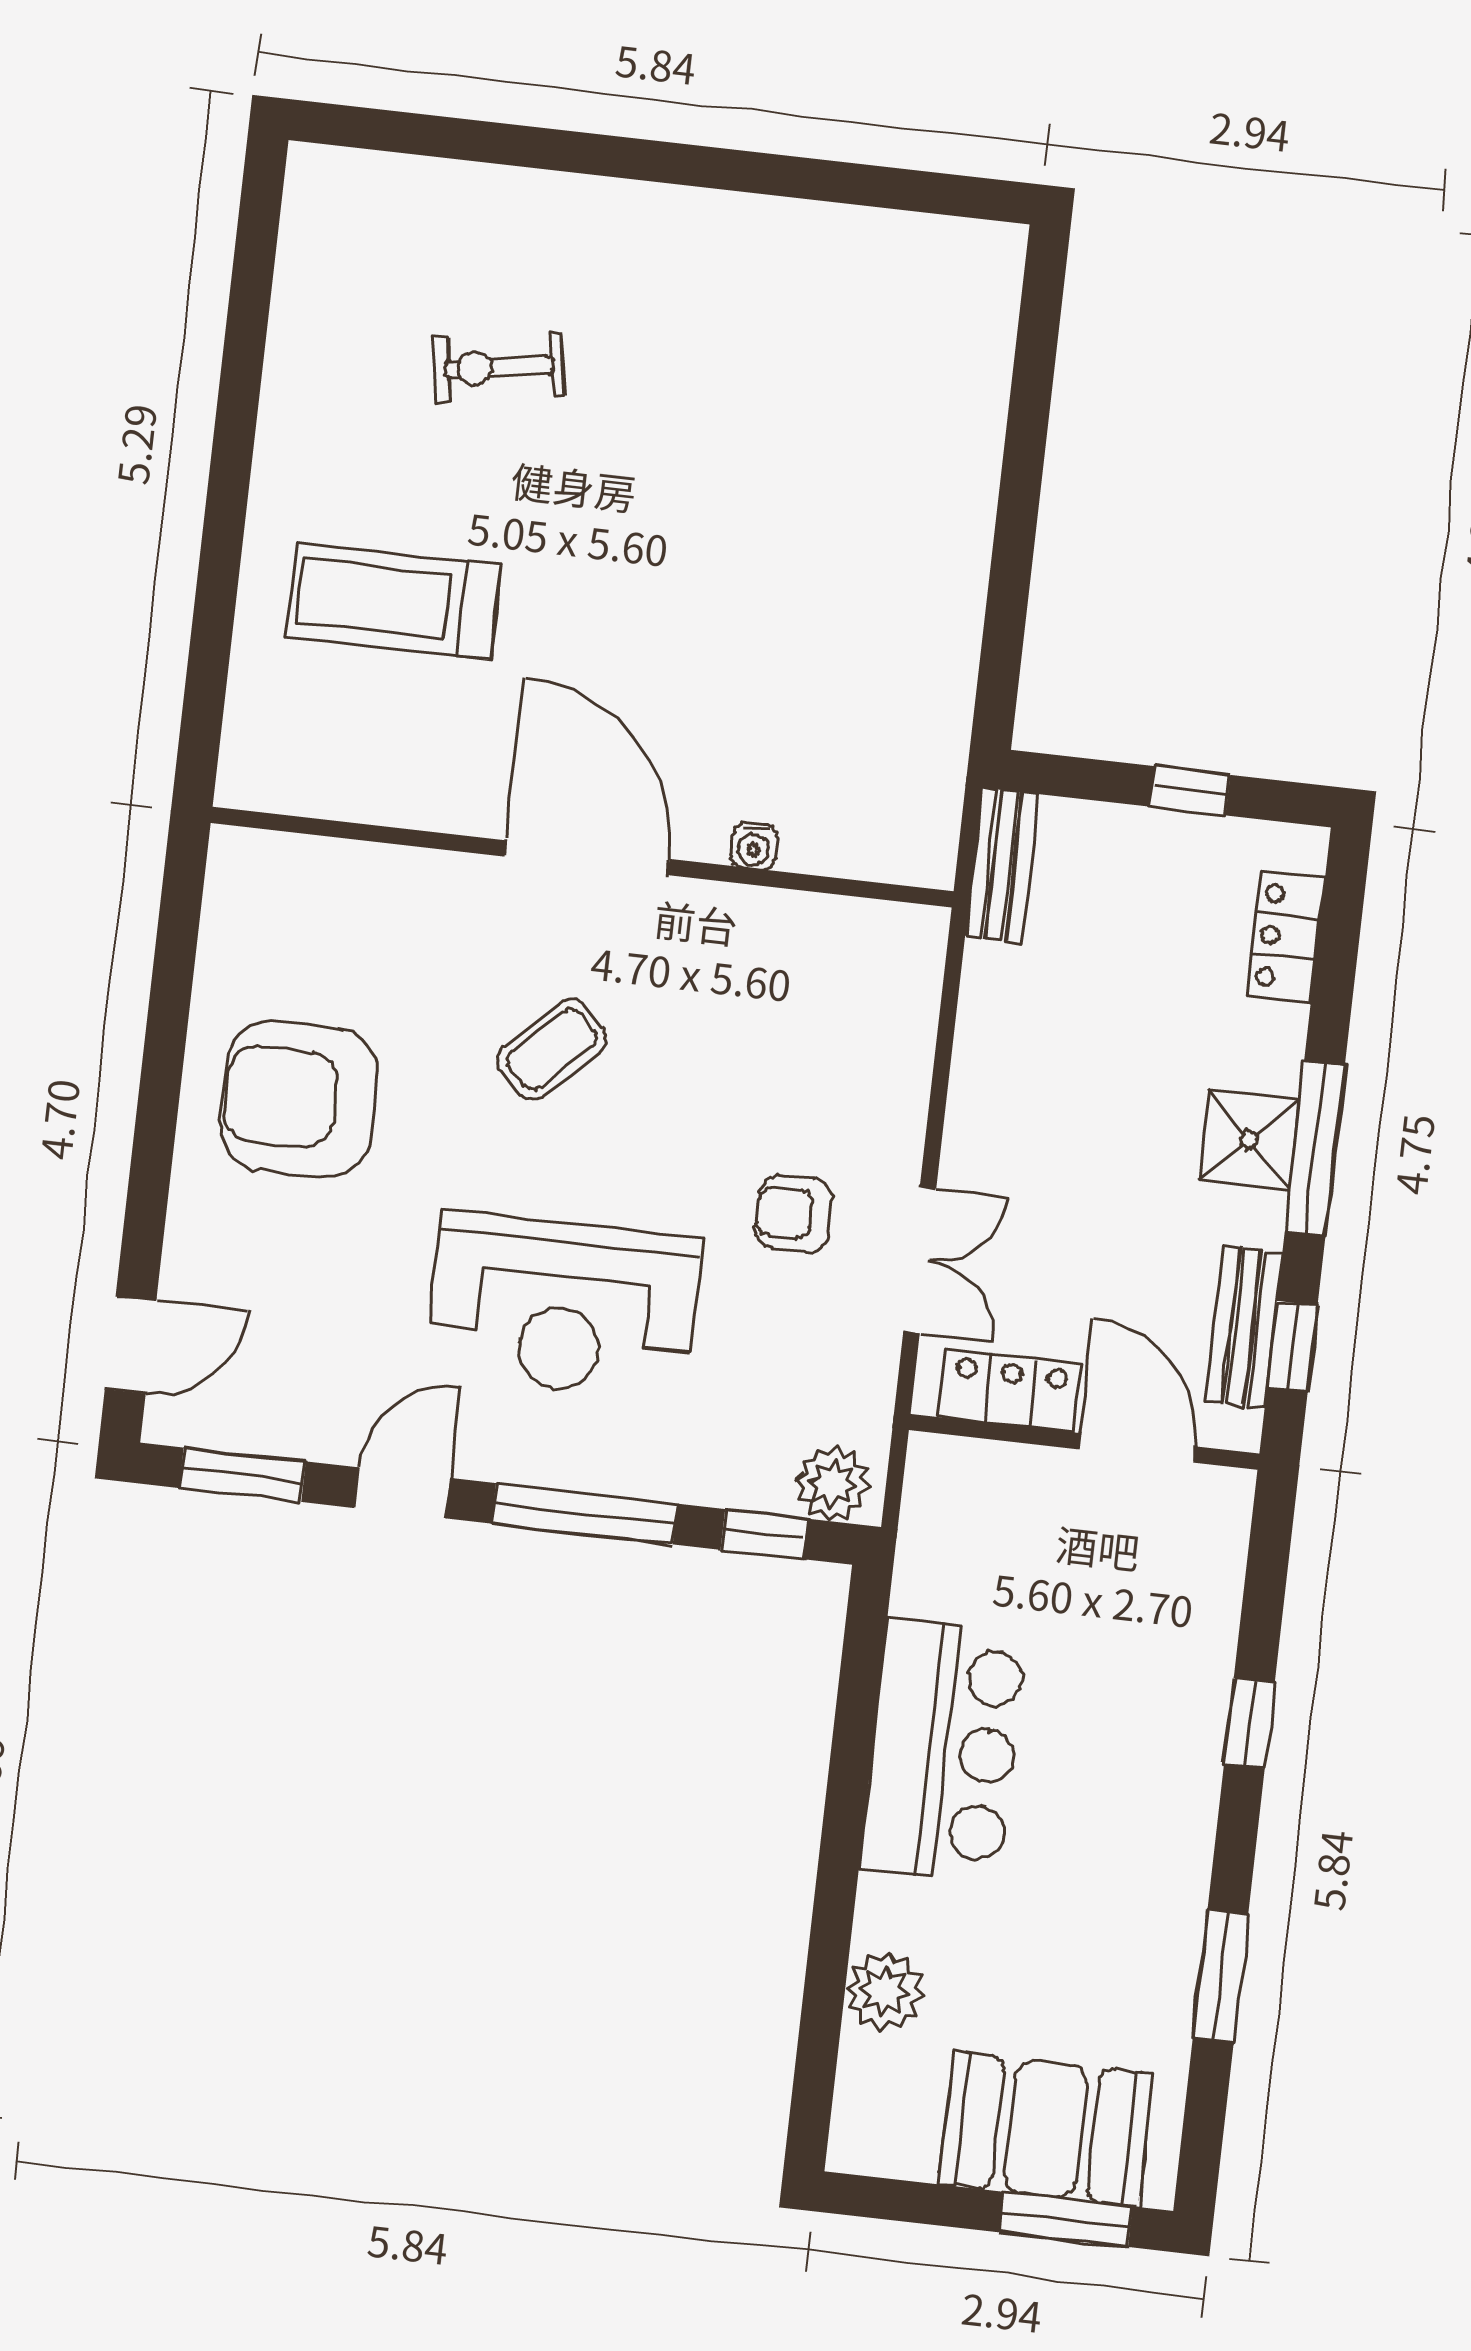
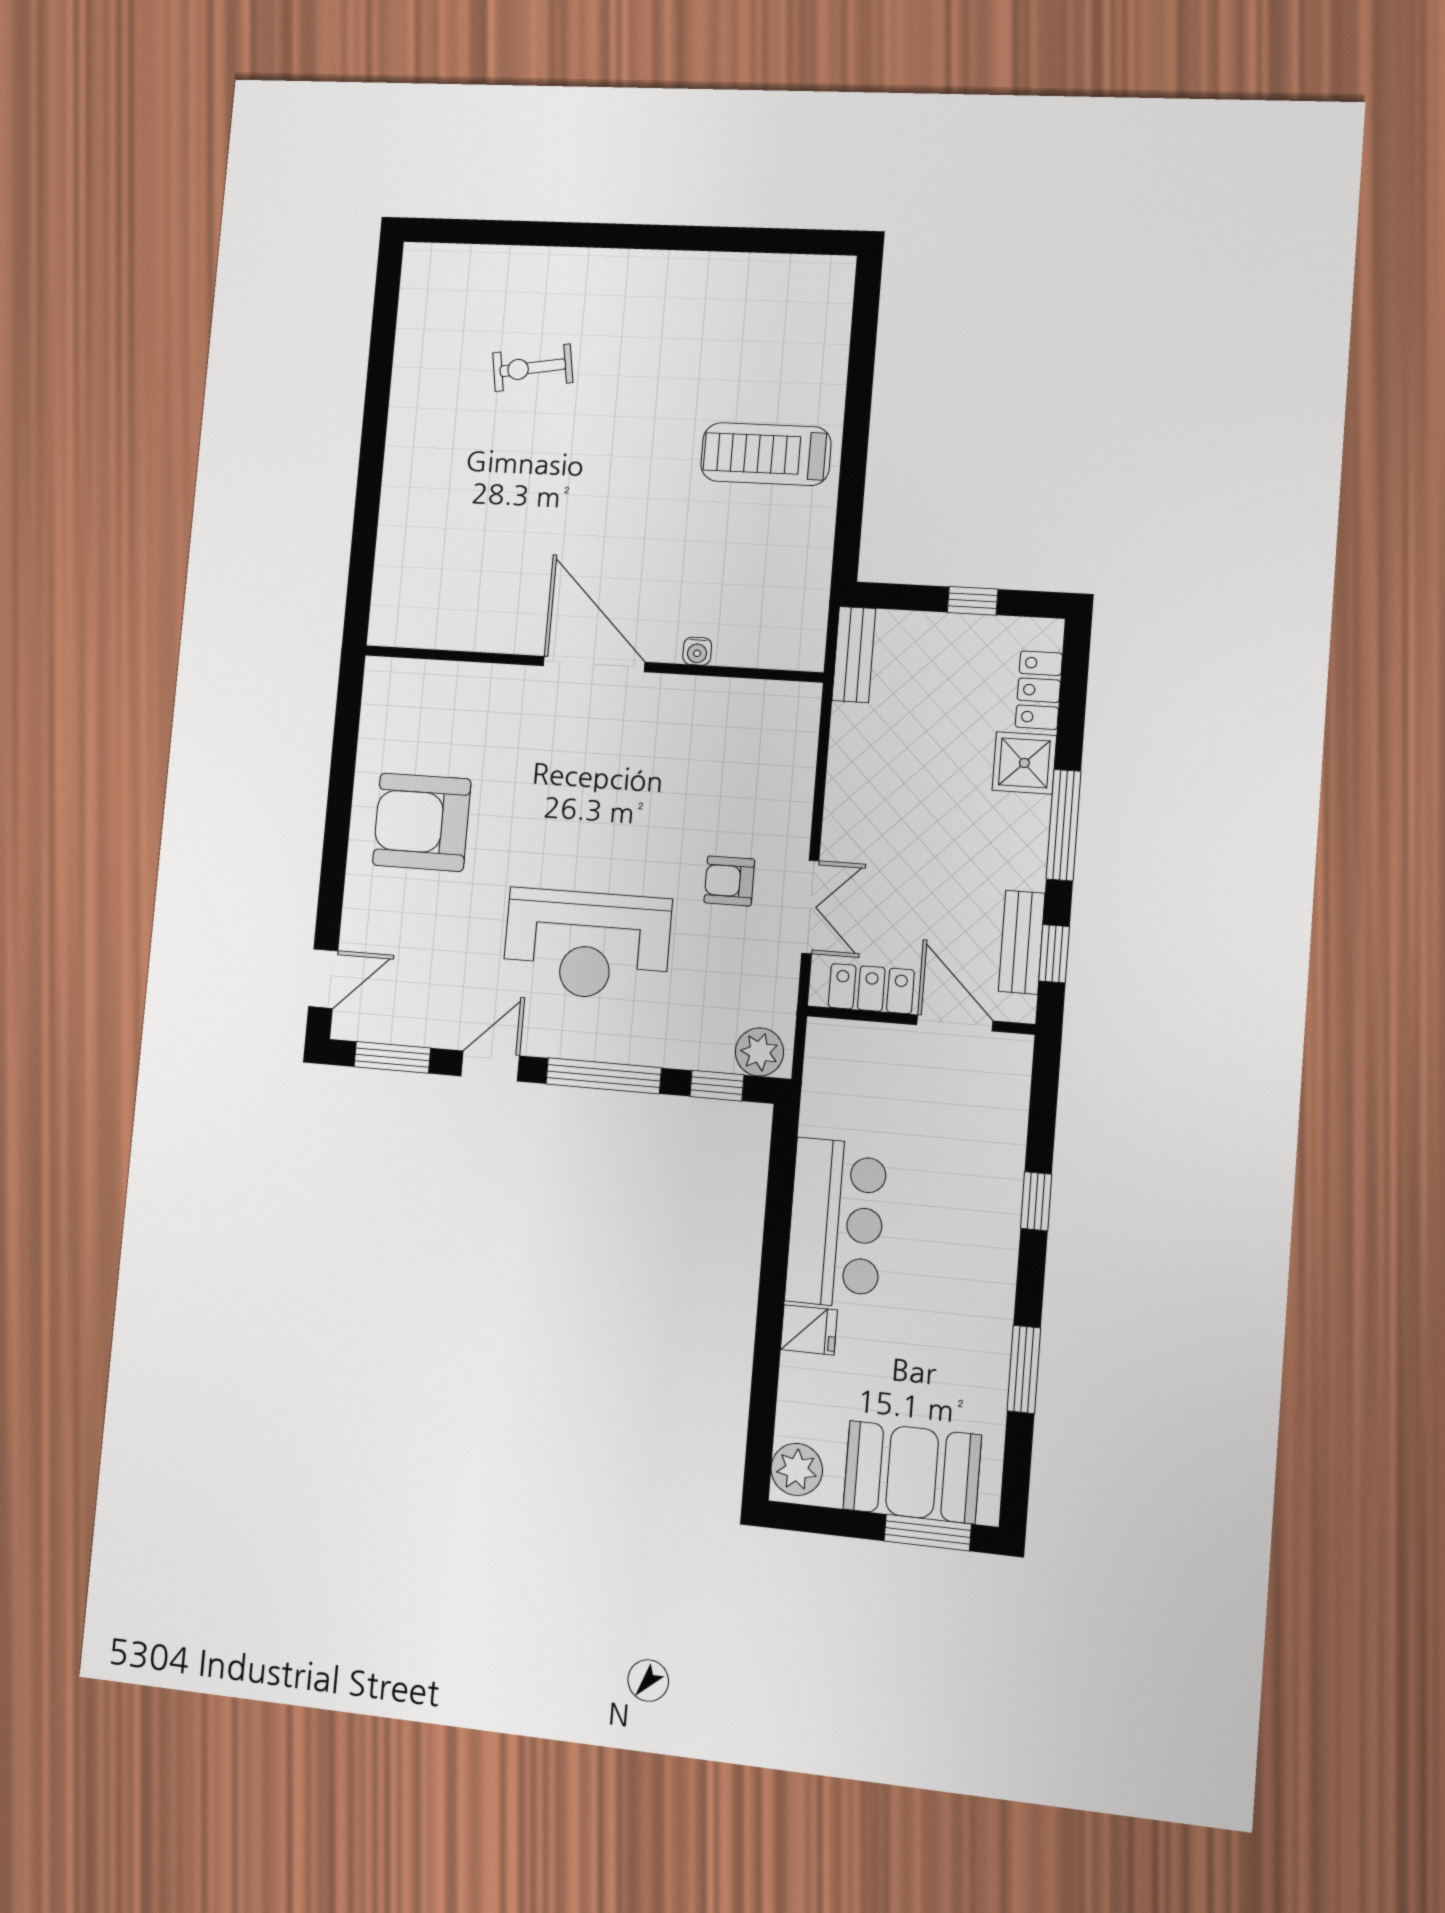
treadmill: (394, 601) -> (766, 454), moved
coffee table: (552, 1049) -> (576, 784), removed
shower: (1249, 1140) -> (1024, 763), moved
fridge: (895, 1913) -> (809, 1330), added
plant: (884, 1992) -> (797, 1469), moved

